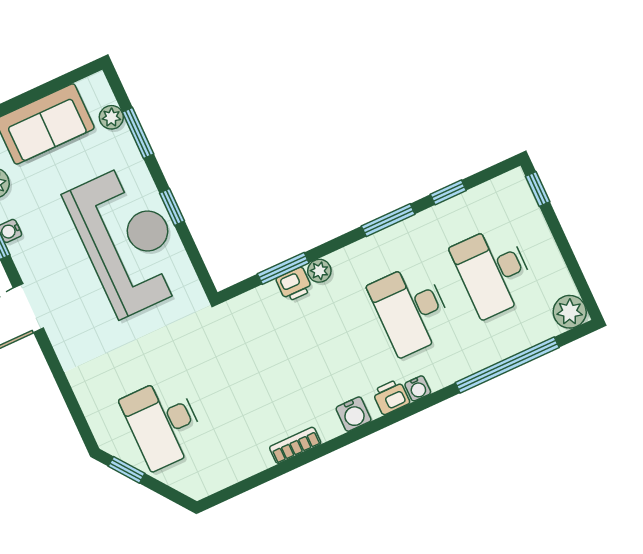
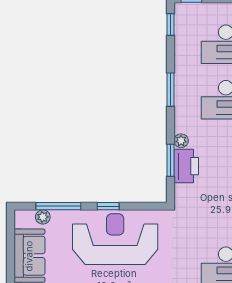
window: (138, 133) -> (58, 206), width x1.44
window: (448, 192) -> (171, 25), moved
printer: (294, 284) -> (186, 166), width x1.87, depth x1.48

